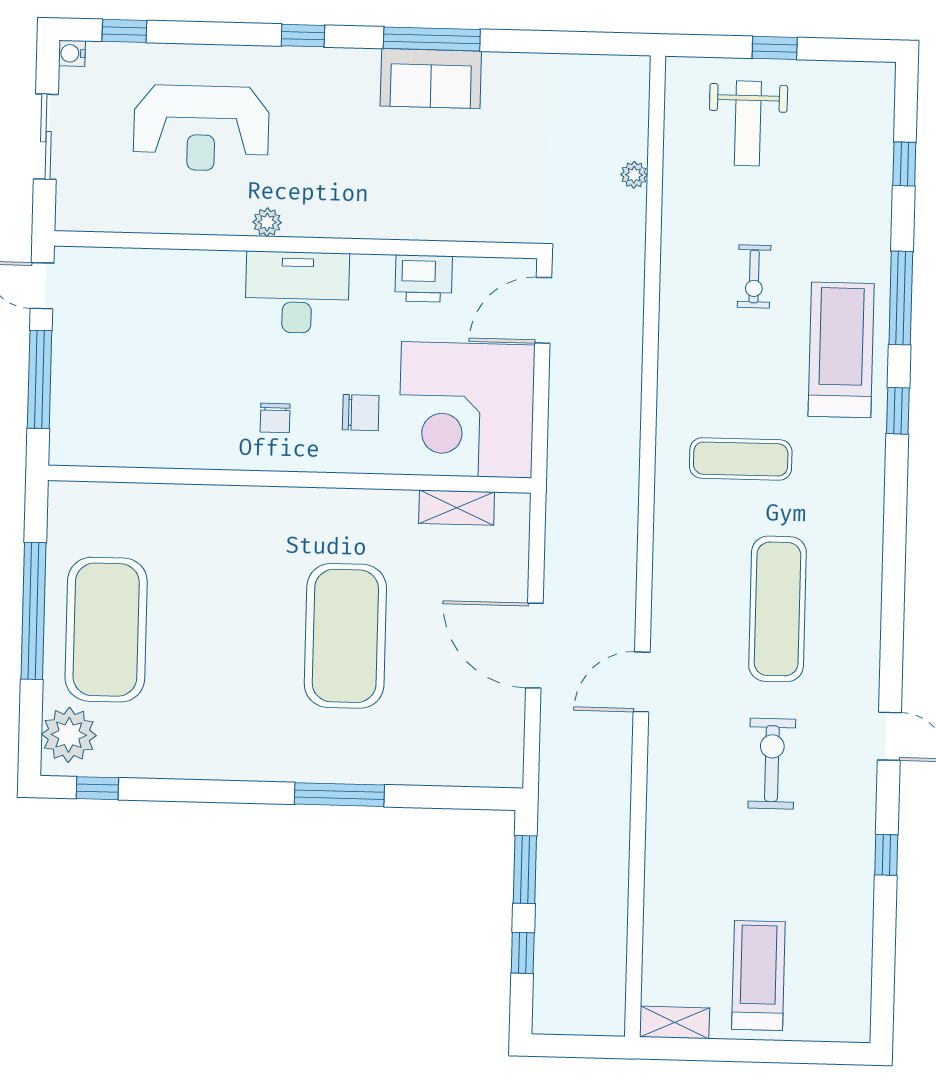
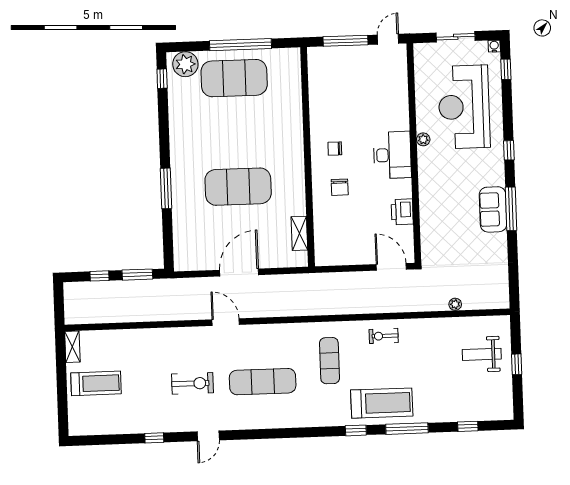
reception desk: (201, 128) -> (464, 107), width x1.36, depth x1.30
exercise bike: (754, 276) -> (384, 336), moved
corner desk: (467, 410) -> (344, 235), removed

